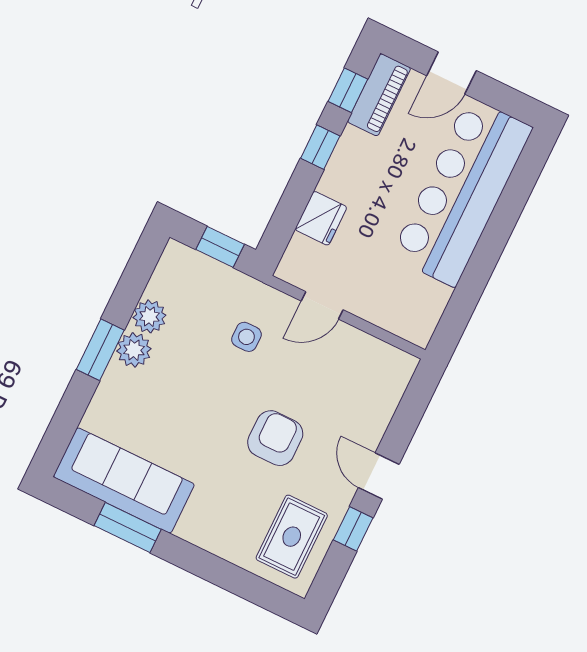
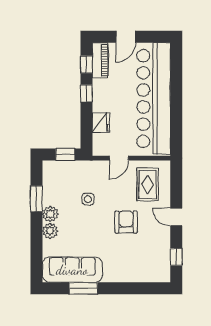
bar counter: (462, 192) -> (154, 98), width x1.36
plant: (149, 316) -> (50, 231), moved
side table: (246, 337) -> (88, 199), moved
window: (100, 350) -> (36, 199), moved
window: (353, 529) -> (176, 257), moved
rug: (292, 537) -> (148, 184), moved

